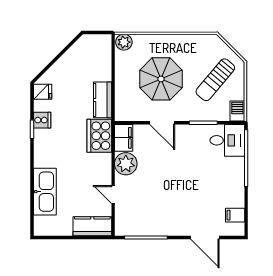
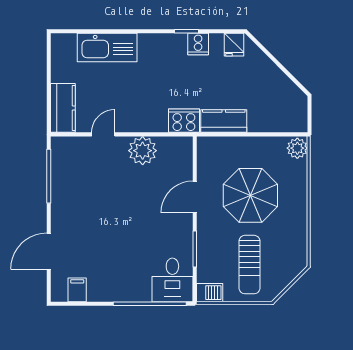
sun lounger: (215, 80) -> (249, 265), turned -130
cooker: (99, 136) -> (184, 121), width x0.73, depth x0.76
filing cabinet: (124, 138) -> (176, 148), removed

